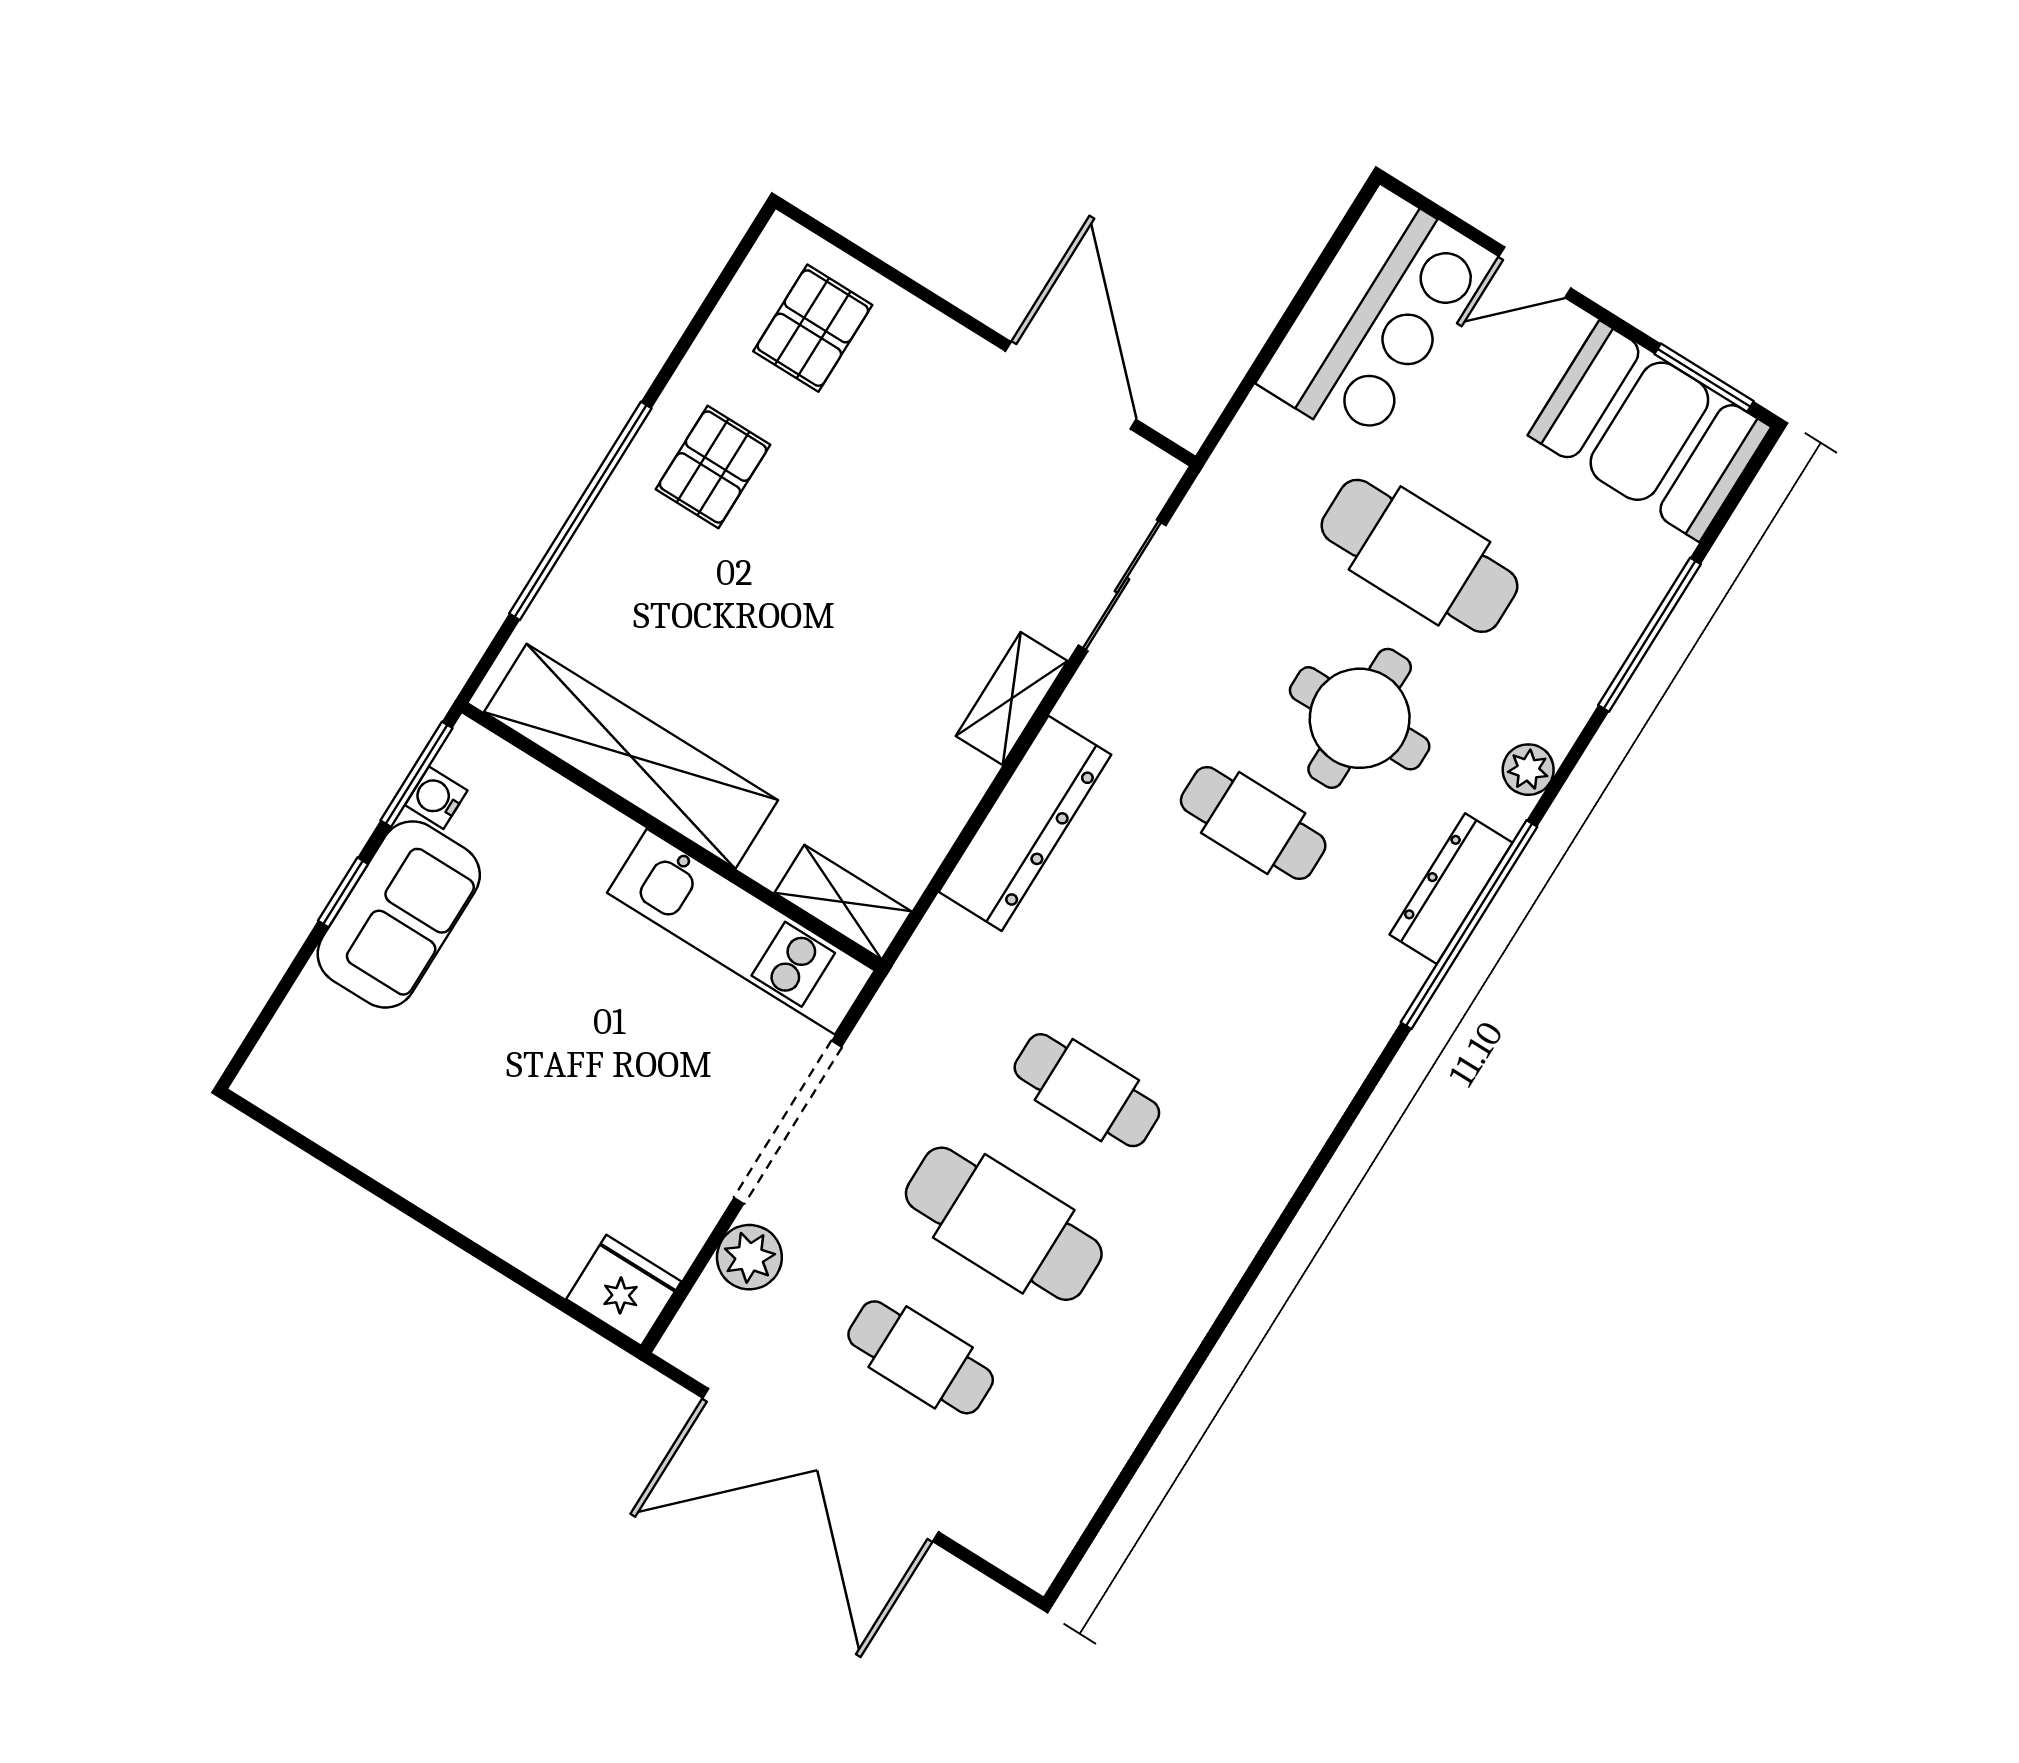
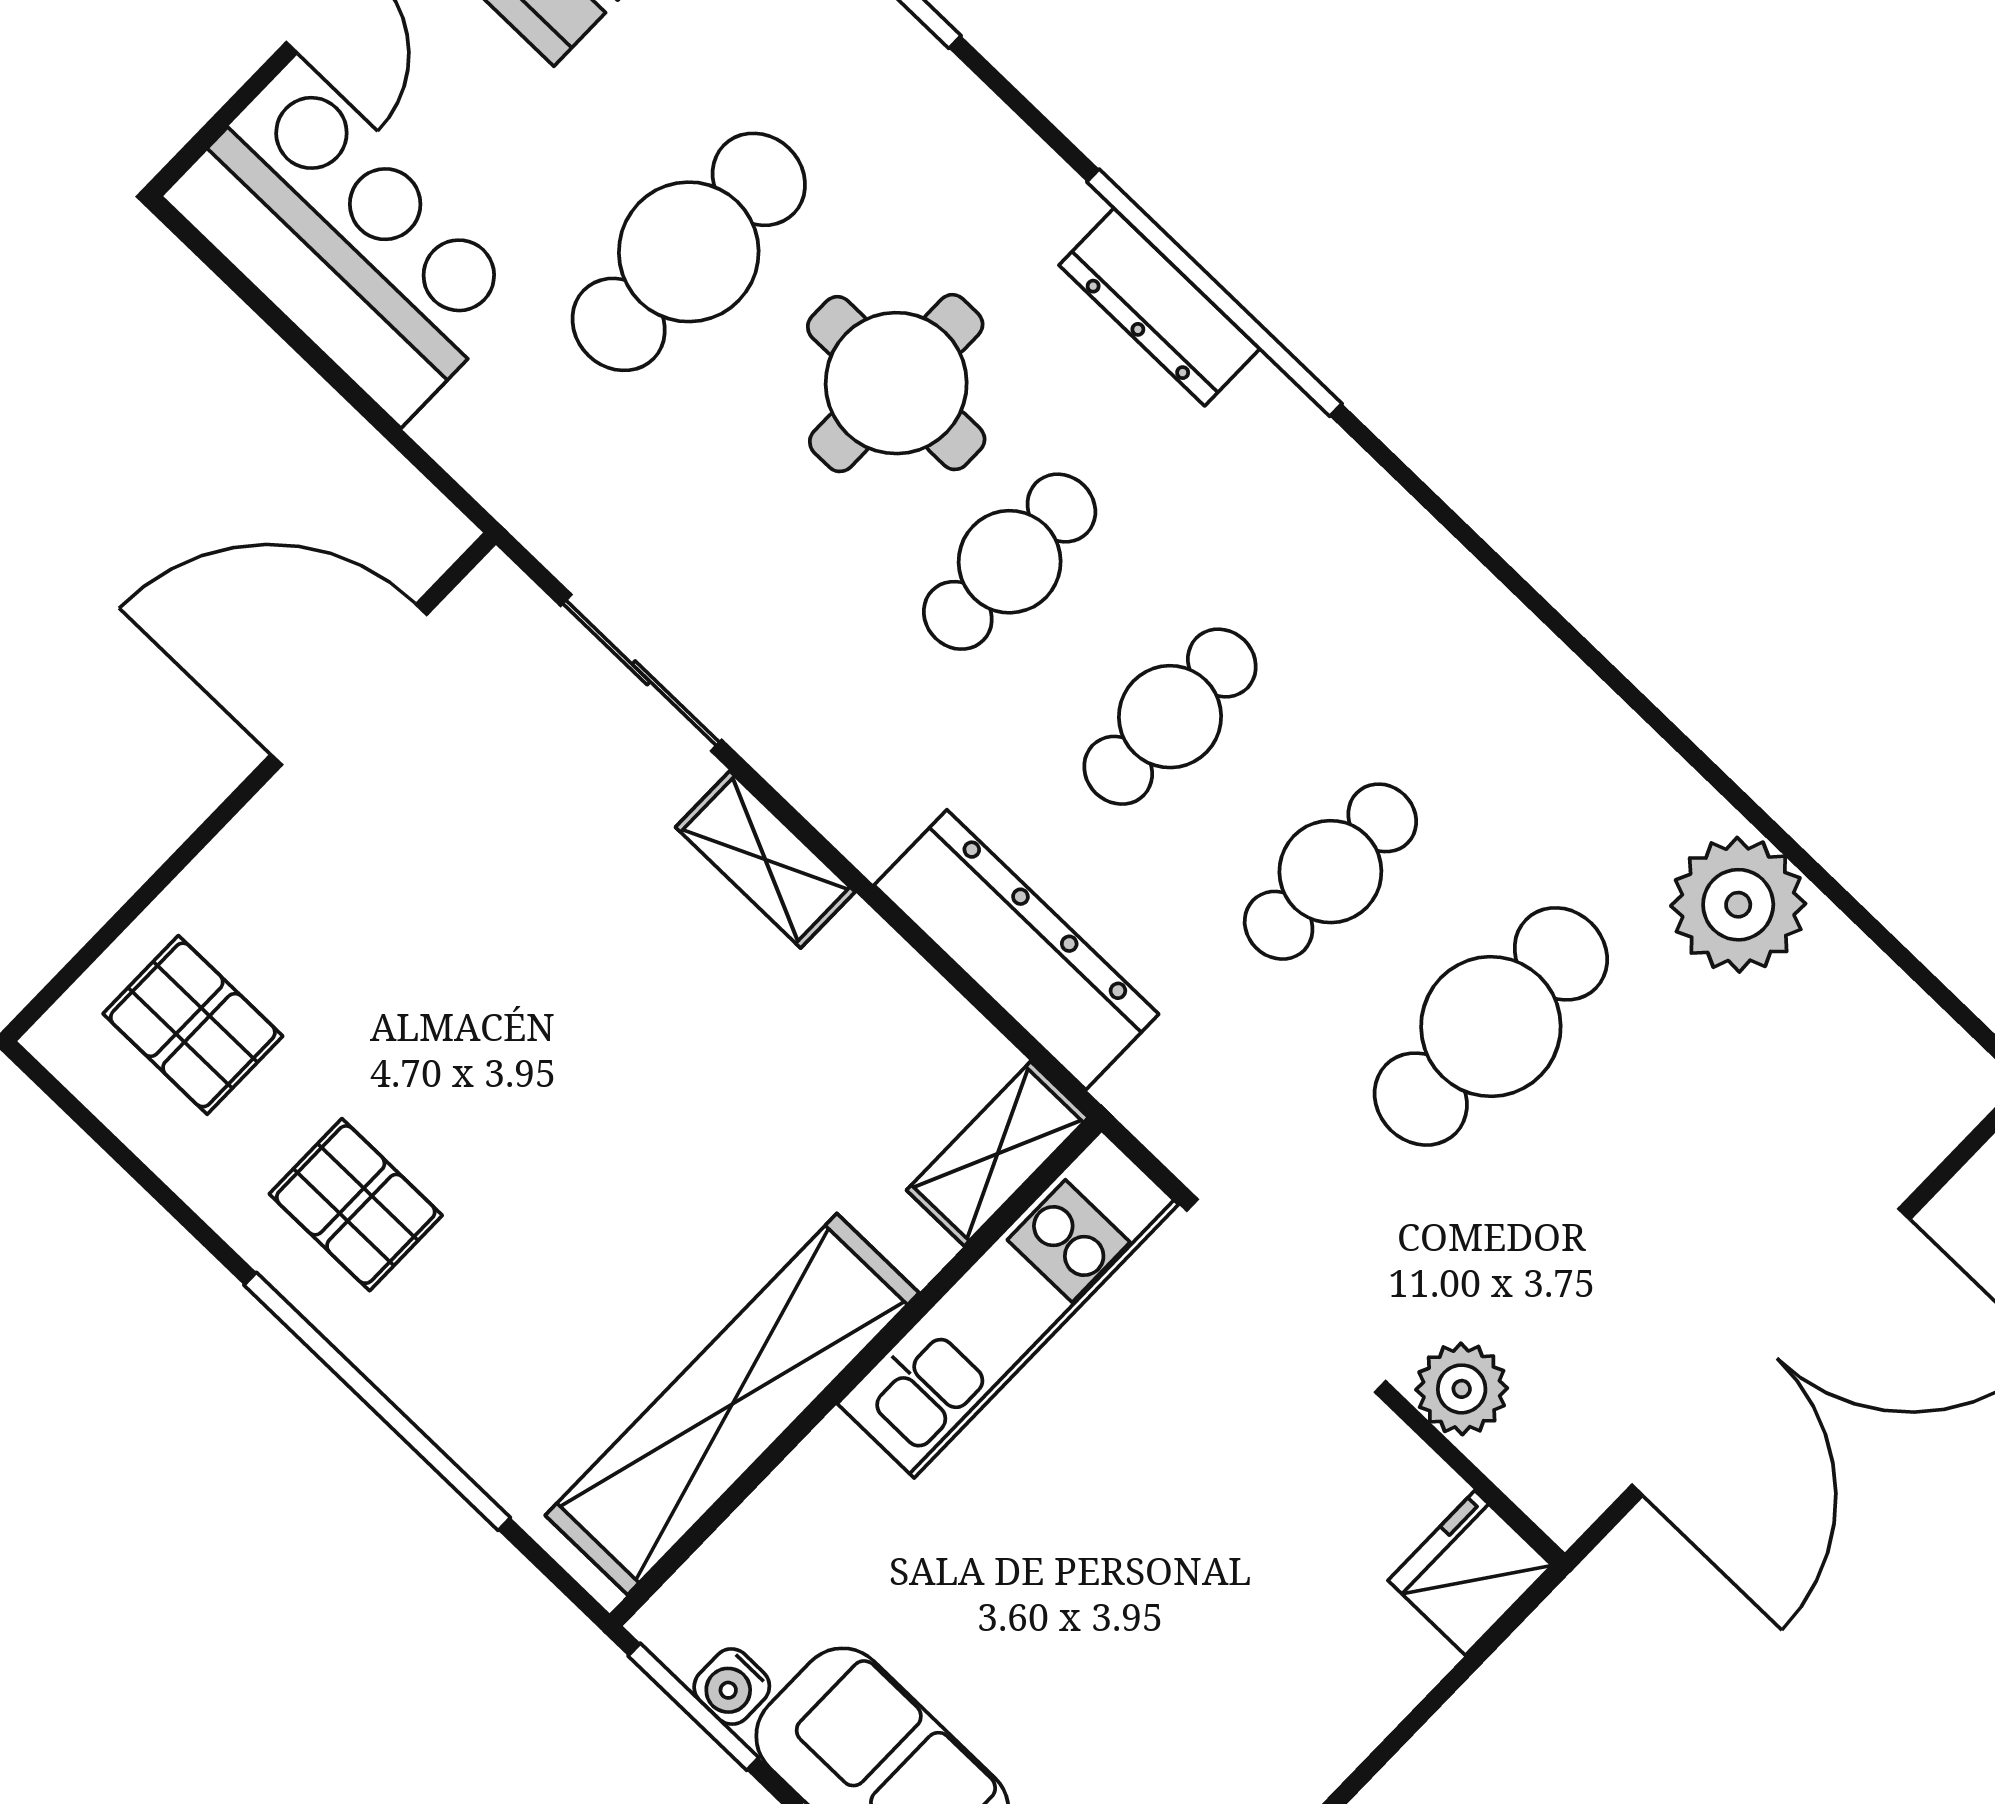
plant: (1528, 770) -> (1738, 905), moved, width x1.88, depth x1.88
dresser: (1025, 823) -> (1016, 950), moved
cafe table: (921, 1357) -> (1170, 717), moved

